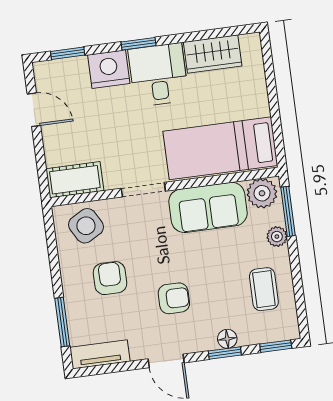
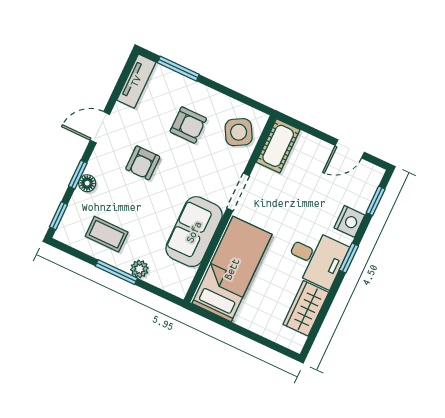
nightstand: (109, 69) -> (349, 221), width x0.74, depth x0.75
plant: (262, 193) -> (179, 279), removed
window: (288, 211) -> (116, 272), moved

